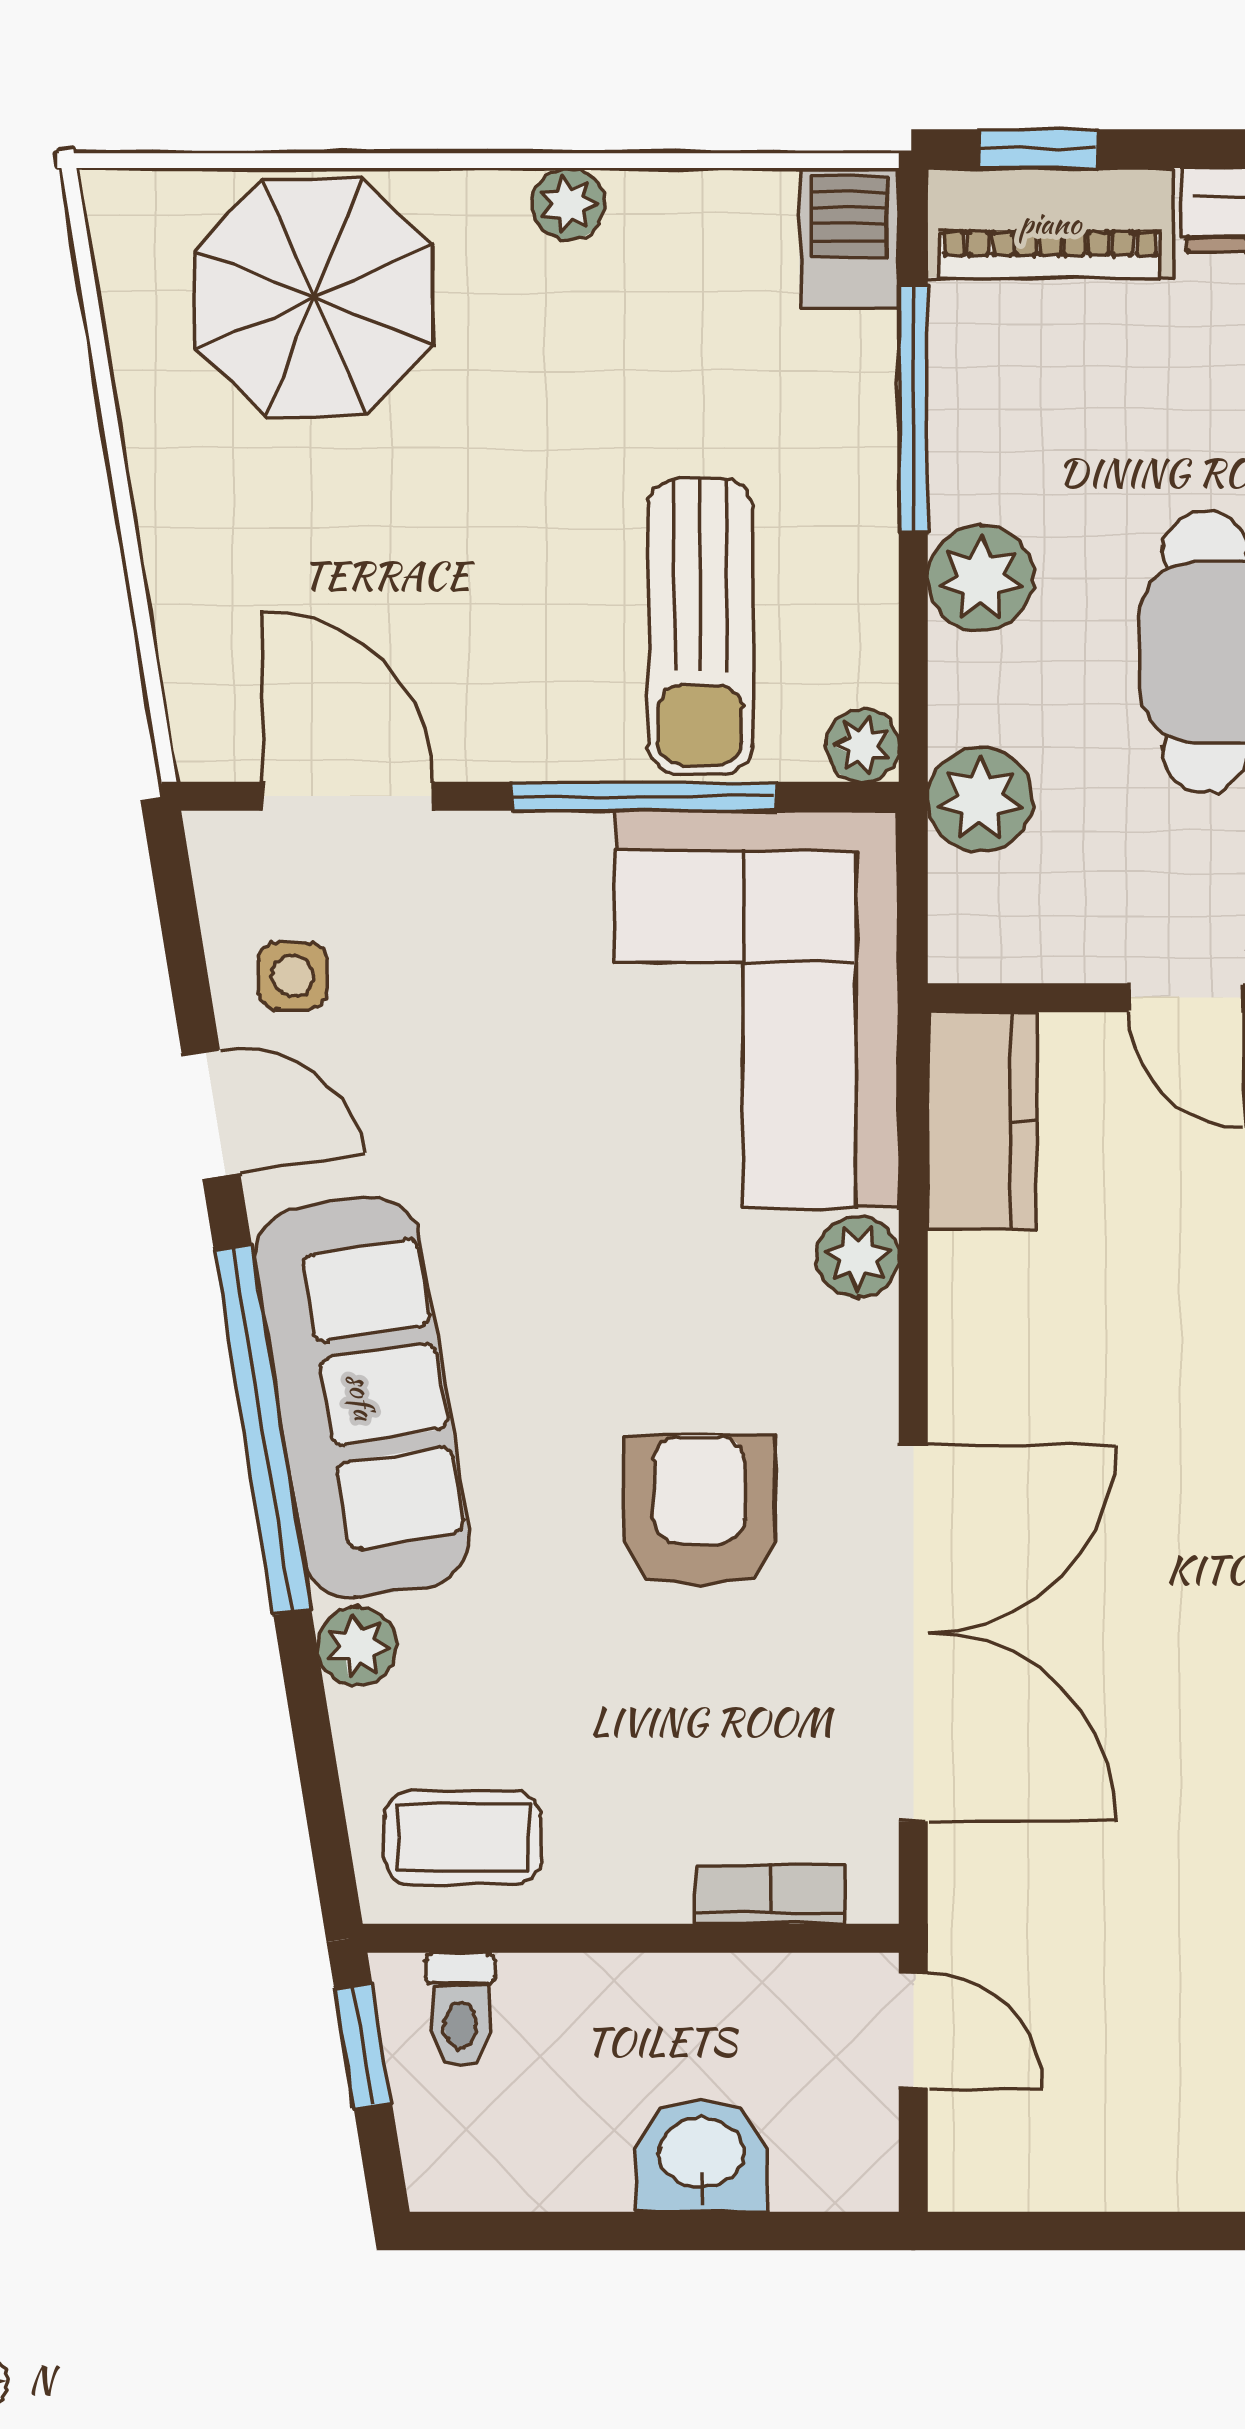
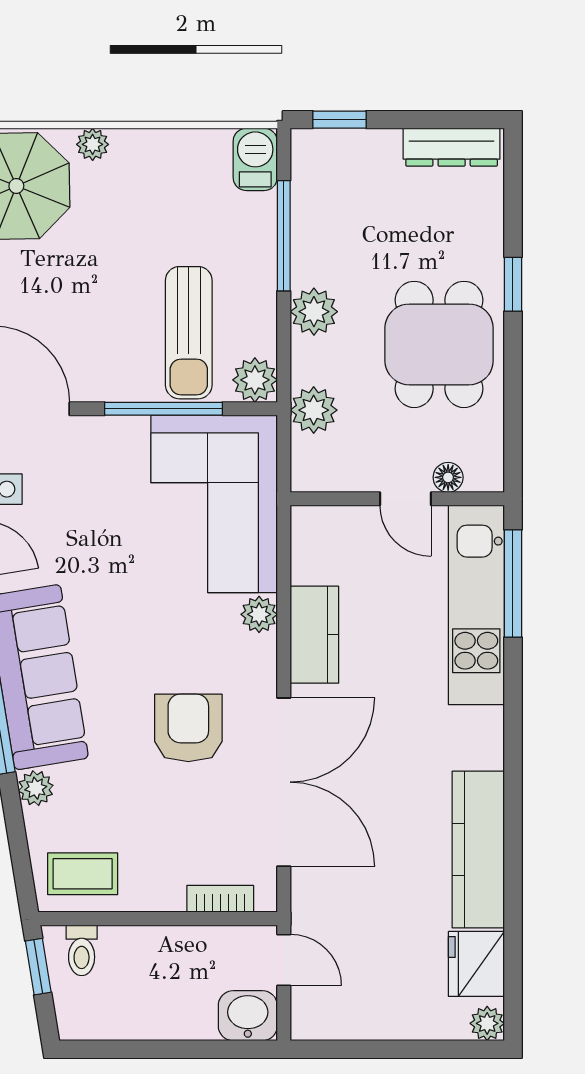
plant: (569, 204) -> (93, 144), moved
piano: (1050, 223) -> (345, 153), removed
plant: (862, 745) -> (255, 380), width x1.38, depth x1.38
kitchen counter: (982, 1121) -> (314, 635), moved
washbasin: (701, 2156) -> (248, 1016), moved

